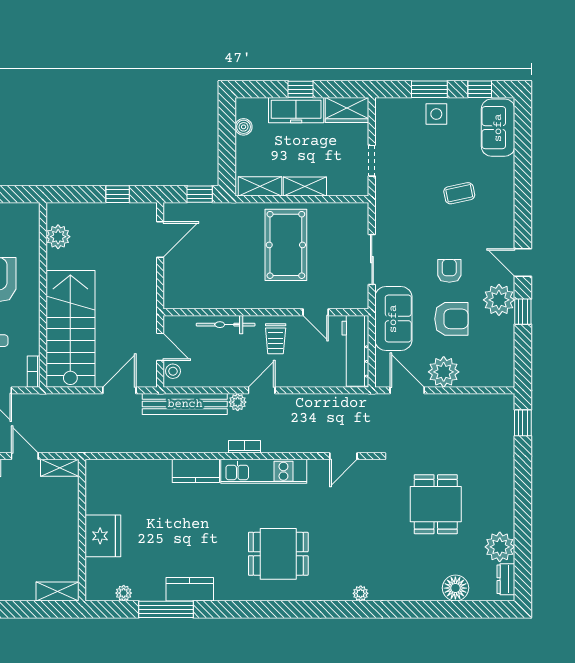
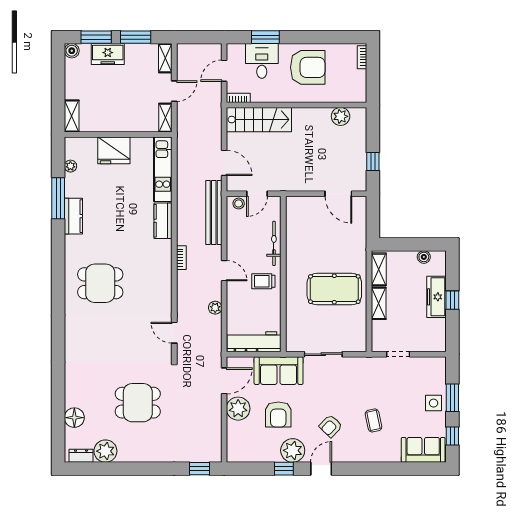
wardrobe: (347, 110) -> (437, 335), removed
window: (200, 194) -> (373, 224), removed
armchair: (449, 271) -> (331, 426), moved, turned 134
door: (316, 312) -> (283, 312), removed
stairs: (70, 329) -> (259, 120), width x0.73, depth x0.66
plant: (238, 402) -> (215, 308), moved
kitchen unit: (264, 471) -> (163, 169), moved
dining table: (278, 554) -> (100, 283), turned 90
plant: (361, 593) -> (70, 346), removed

